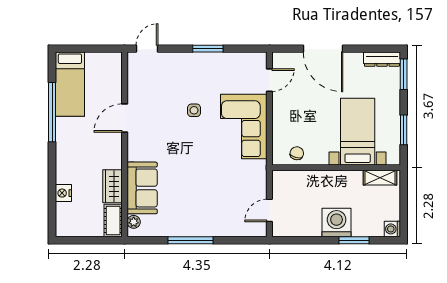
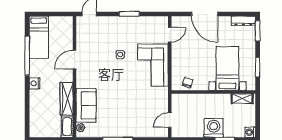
wardrobe: (112, 186) -> (67, 99), width x1.50
nightstand: (63, 193) -> (34, 83), moved

